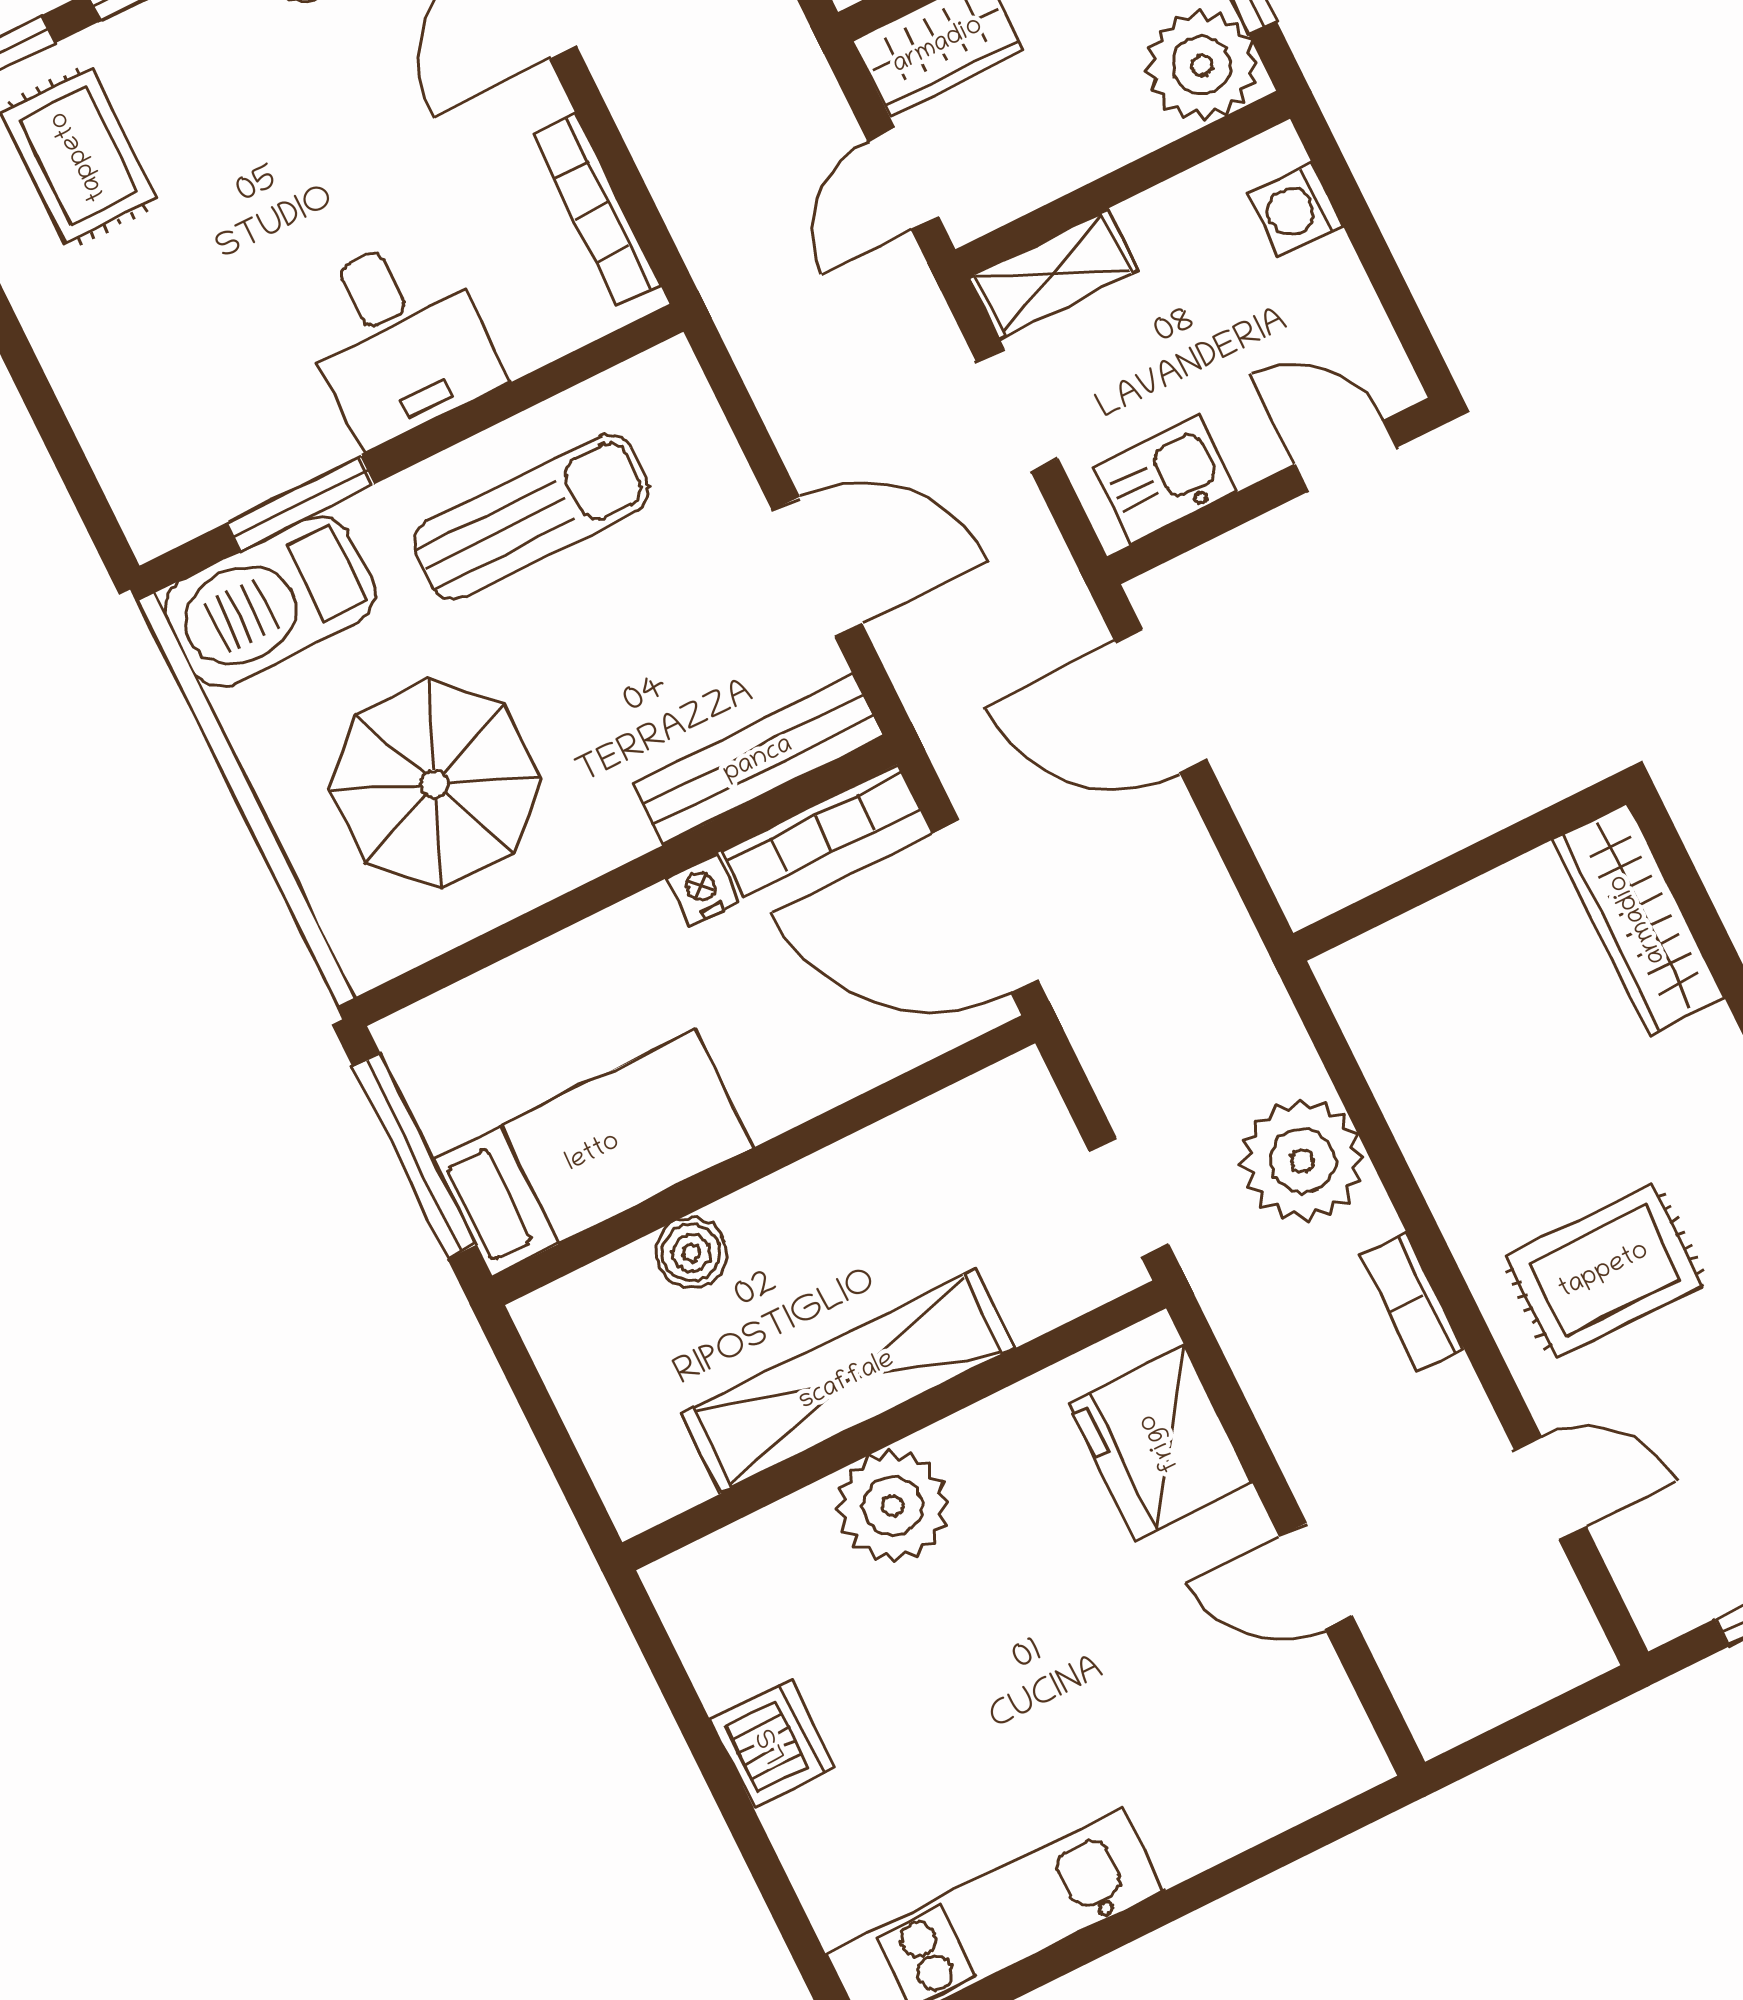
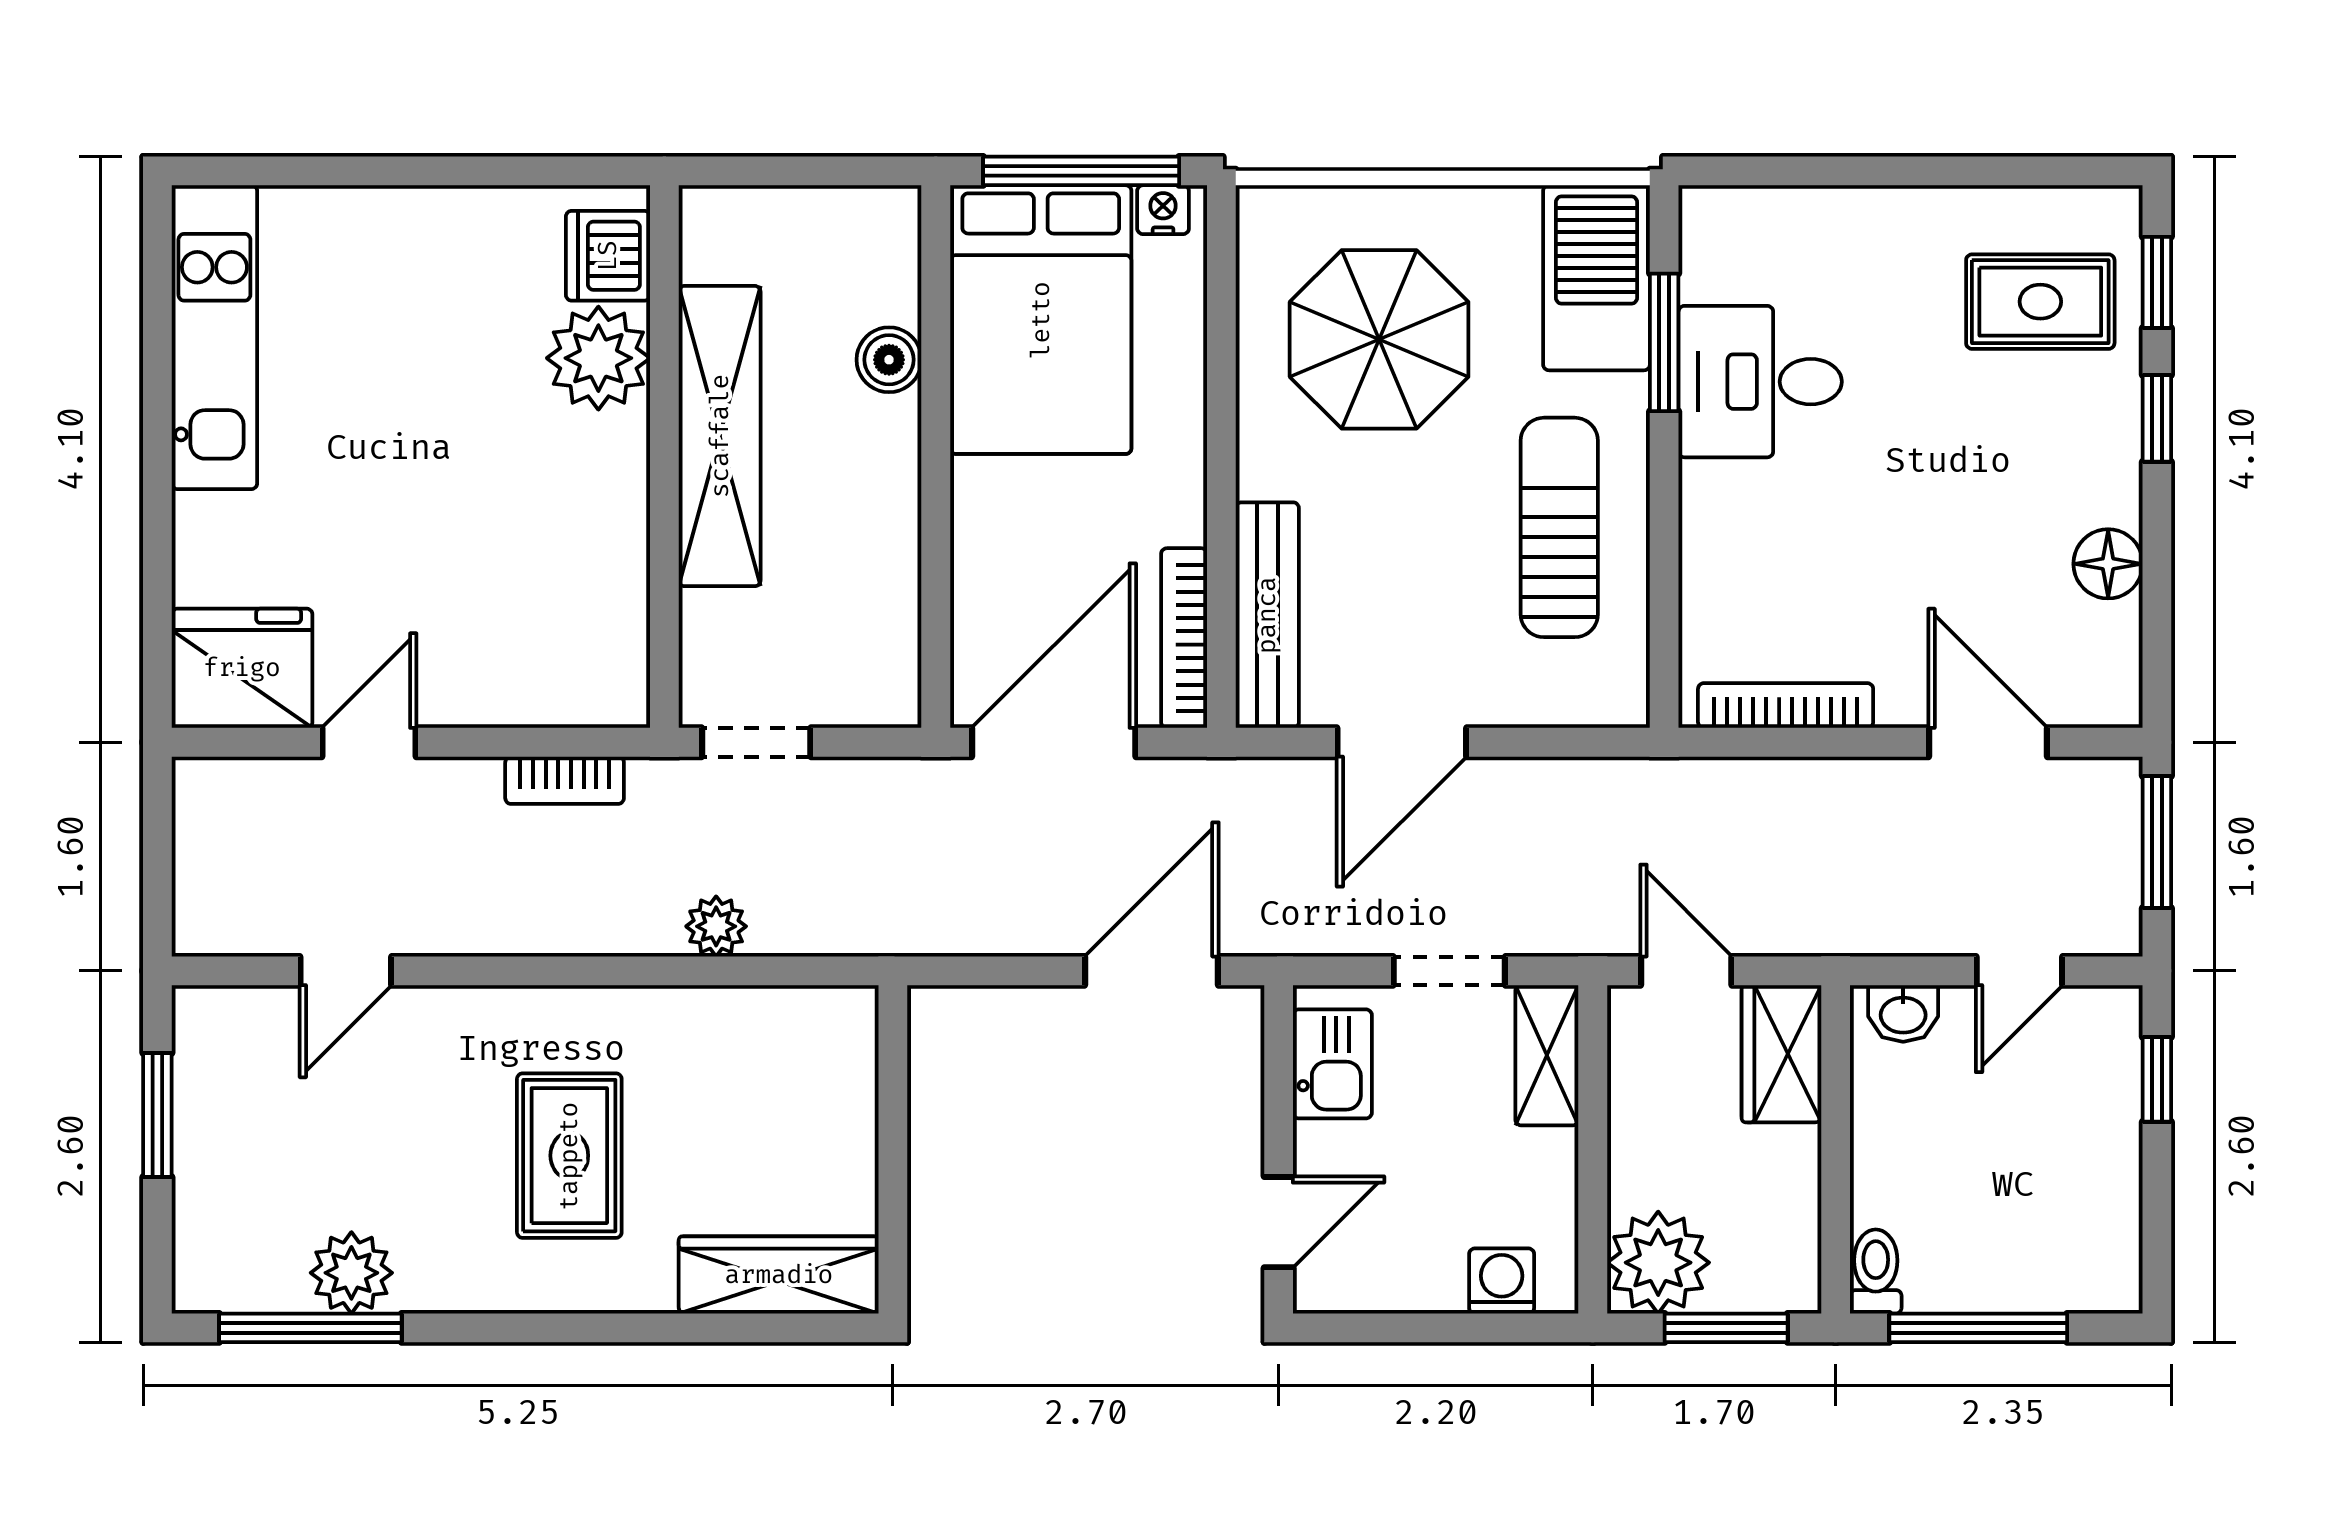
desk: (398, 339) -> (1760, 382), moved
sun lounger: (531, 517) -> (1559, 527), turned 180
nightstand: (703, 890) -> (1163, 210), moved, turned -90
bed: (593, 1153) -> (1041, 320), width x1.50
plant: (1302, 1161) -> (716, 926), width x0.53, depth x0.53
rug: (1604, 1271) -> (569, 1156), moved
bookcase: (1412, 1302) -> (565, 780), moved, turned 180
fridge: (1160, 1443) -> (242, 668), moved
plant: (893, 1506) -> (598, 358), moved
dishwasher: (773, 1744) -> (608, 256), moved, turned 90

